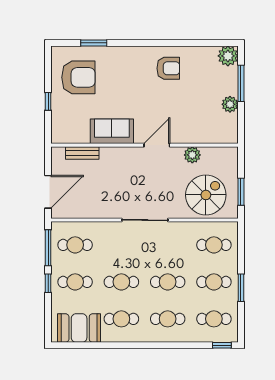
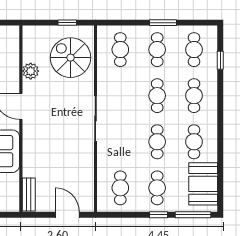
bench: (82, 153) -> (29, 195), moved
door: (48, 192) -> (67, 215), width x0.73
window: (241, 192) -> (67, 23), width x0.67
window: (48, 248) -> (193, 215), moved
window: (222, 345) -> (220, 60), moved

